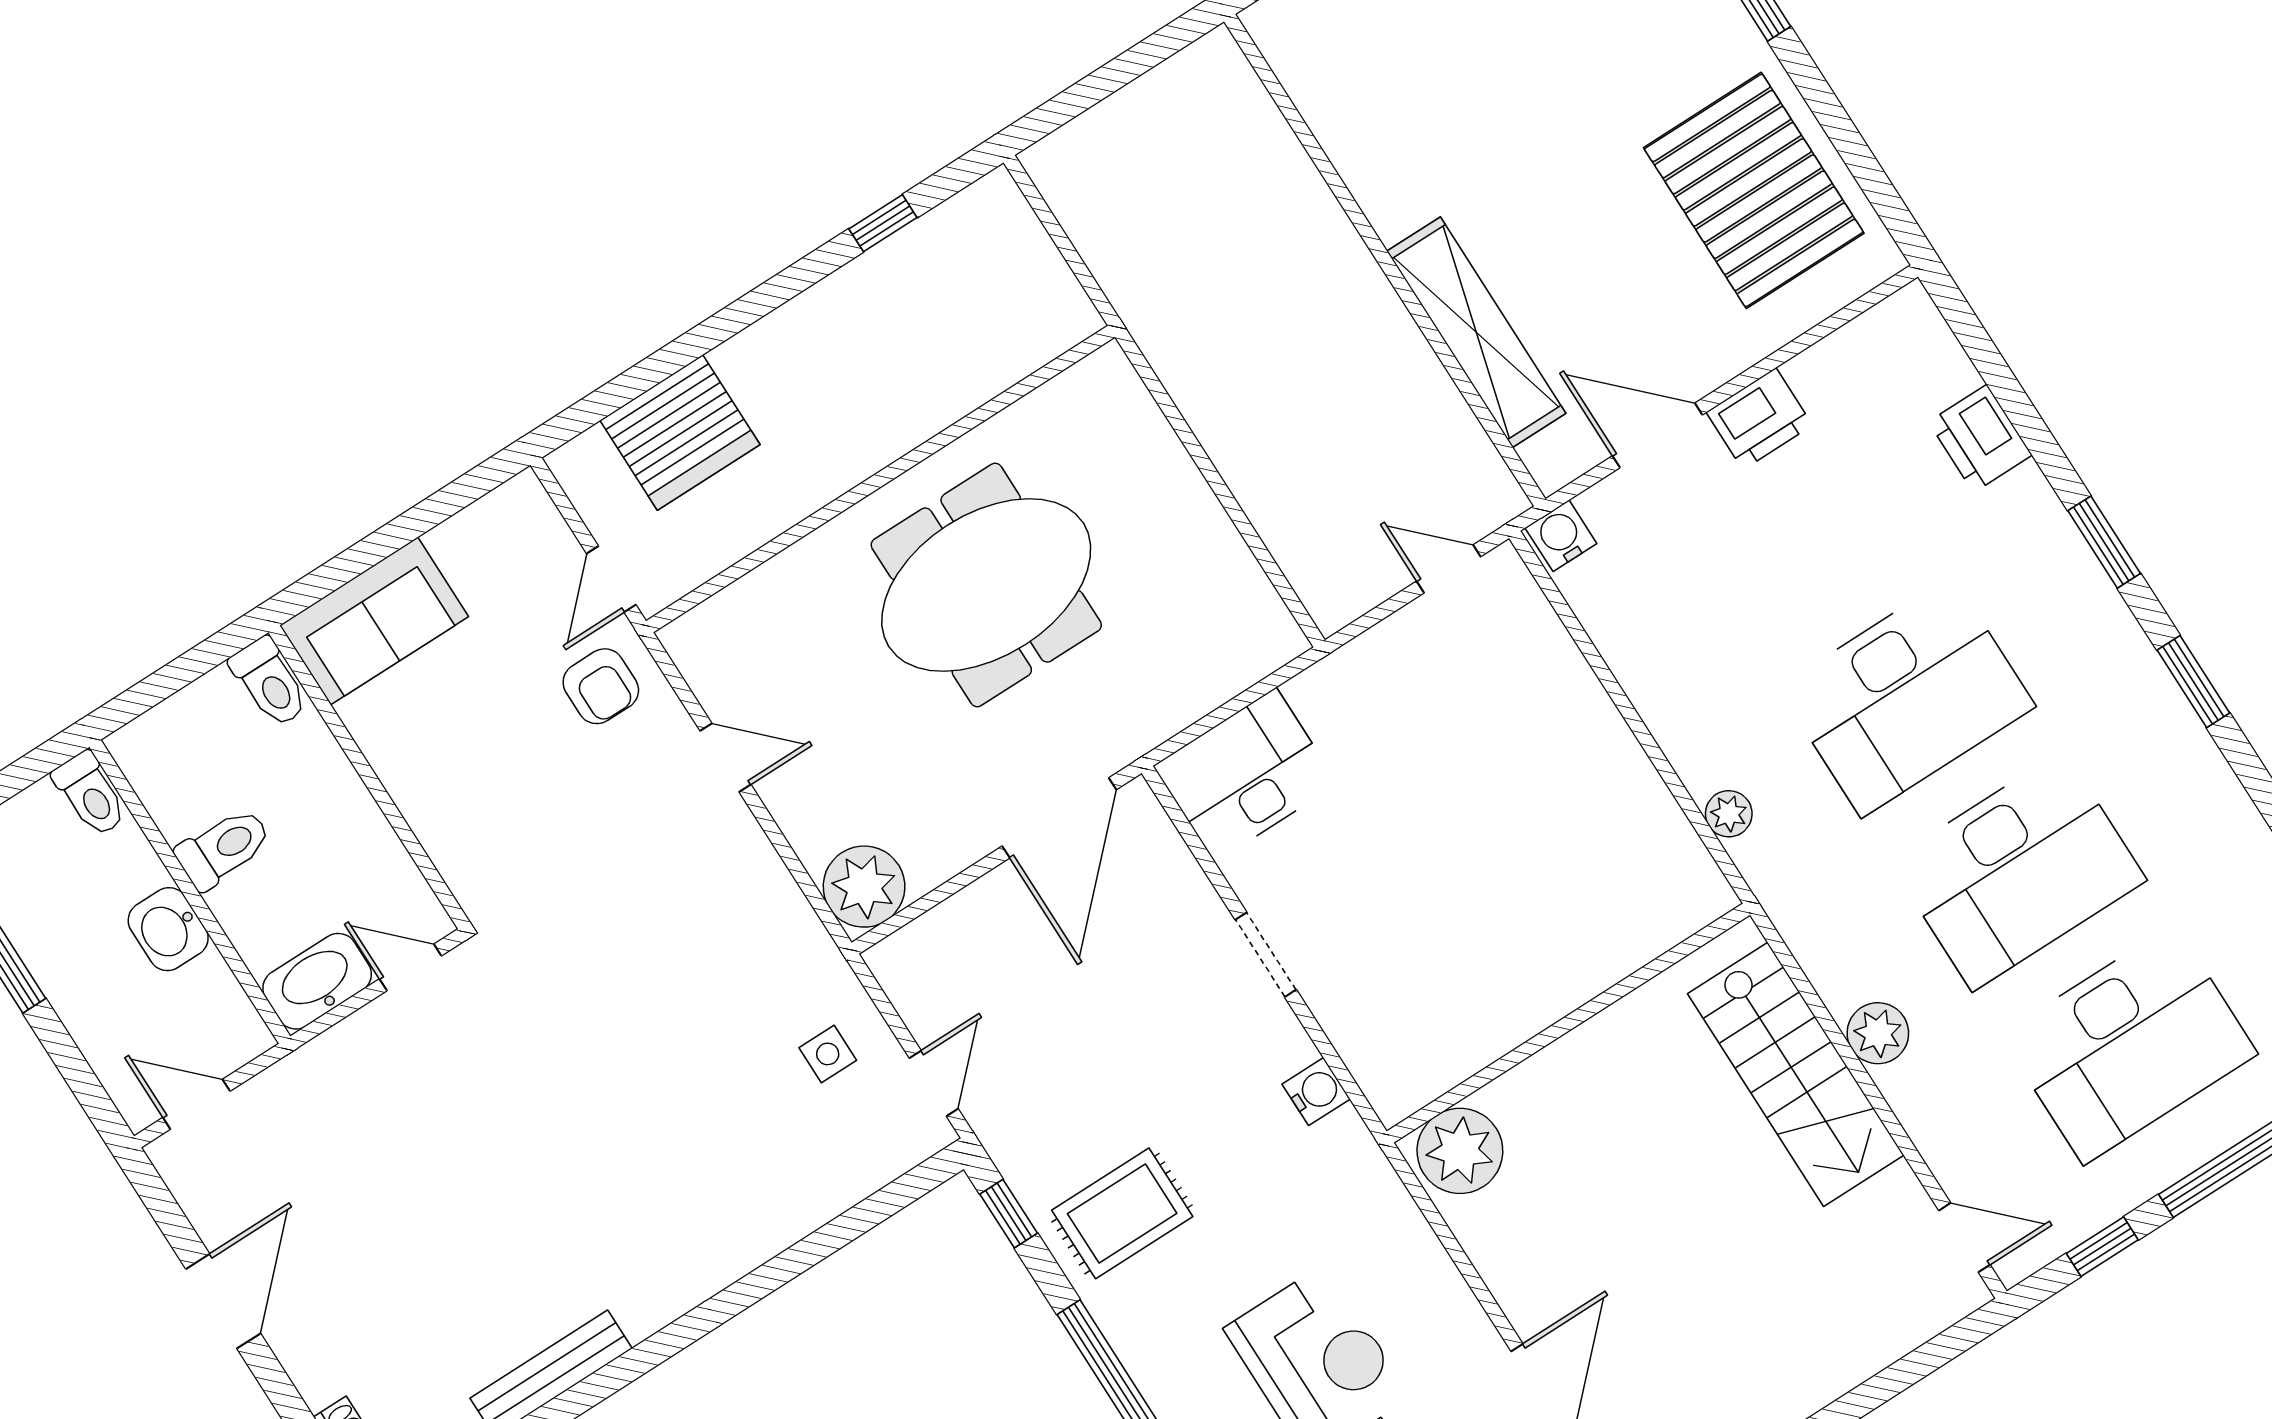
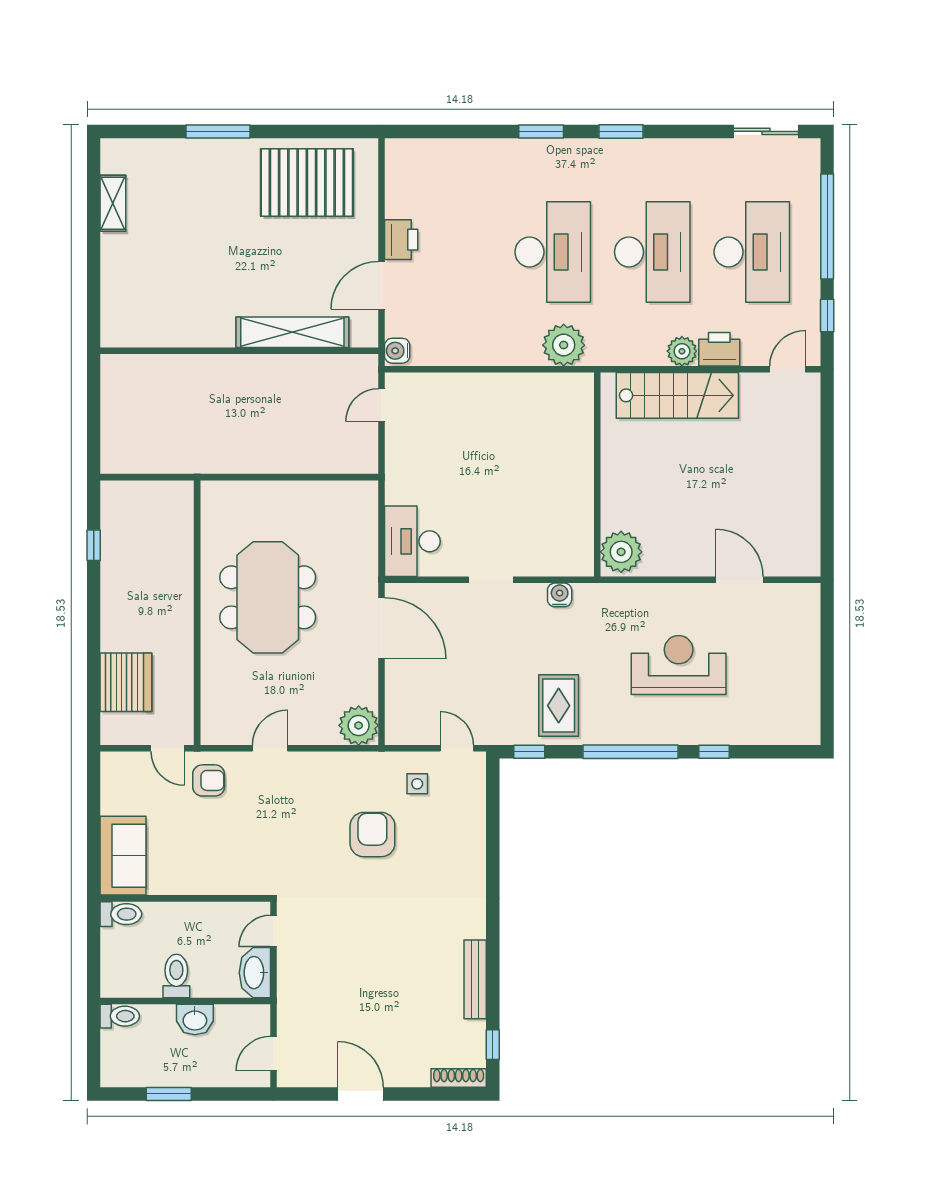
printer: (1980, 438) -> (719, 349), moved, turned 180
plant: (1729, 814) -> (564, 345), width x1.87, depth x1.87
armchair: (689, 1033) -> (372, 835), added

